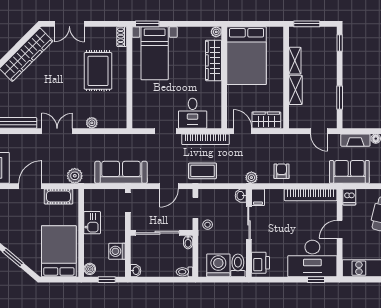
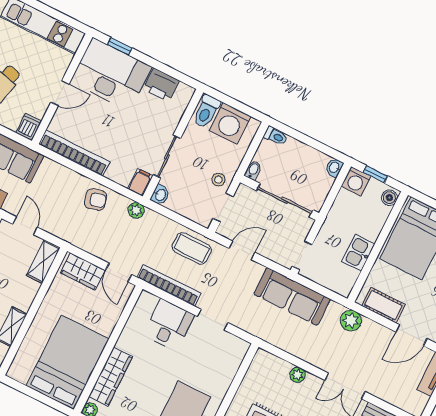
shelving: (295, 90) -> (43, 261), moved
armchair: (282, 171) -> (95, 200), turned -104
washing machine: (117, 251) -> (356, 181), moved, turned 90
printer: (261, 263) -> (161, 85), moved, turned -90

